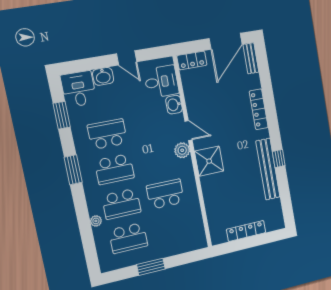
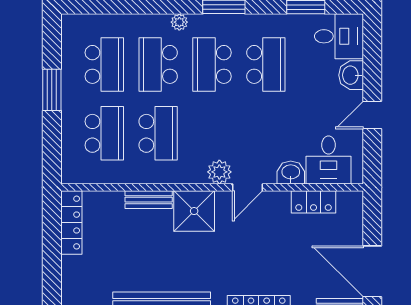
locker: (192, 60) -> (314, 202), moved, turned -90
bench: (207, 191) -> (149, 200), added
plant: (96, 221) -> (179, 22), moved
school desk: (172, 228) -> (104, 133), added
locker: (246, 231) -> (71, 223), moved
school desk: (128, 238) -> (104, 64), turned 180

